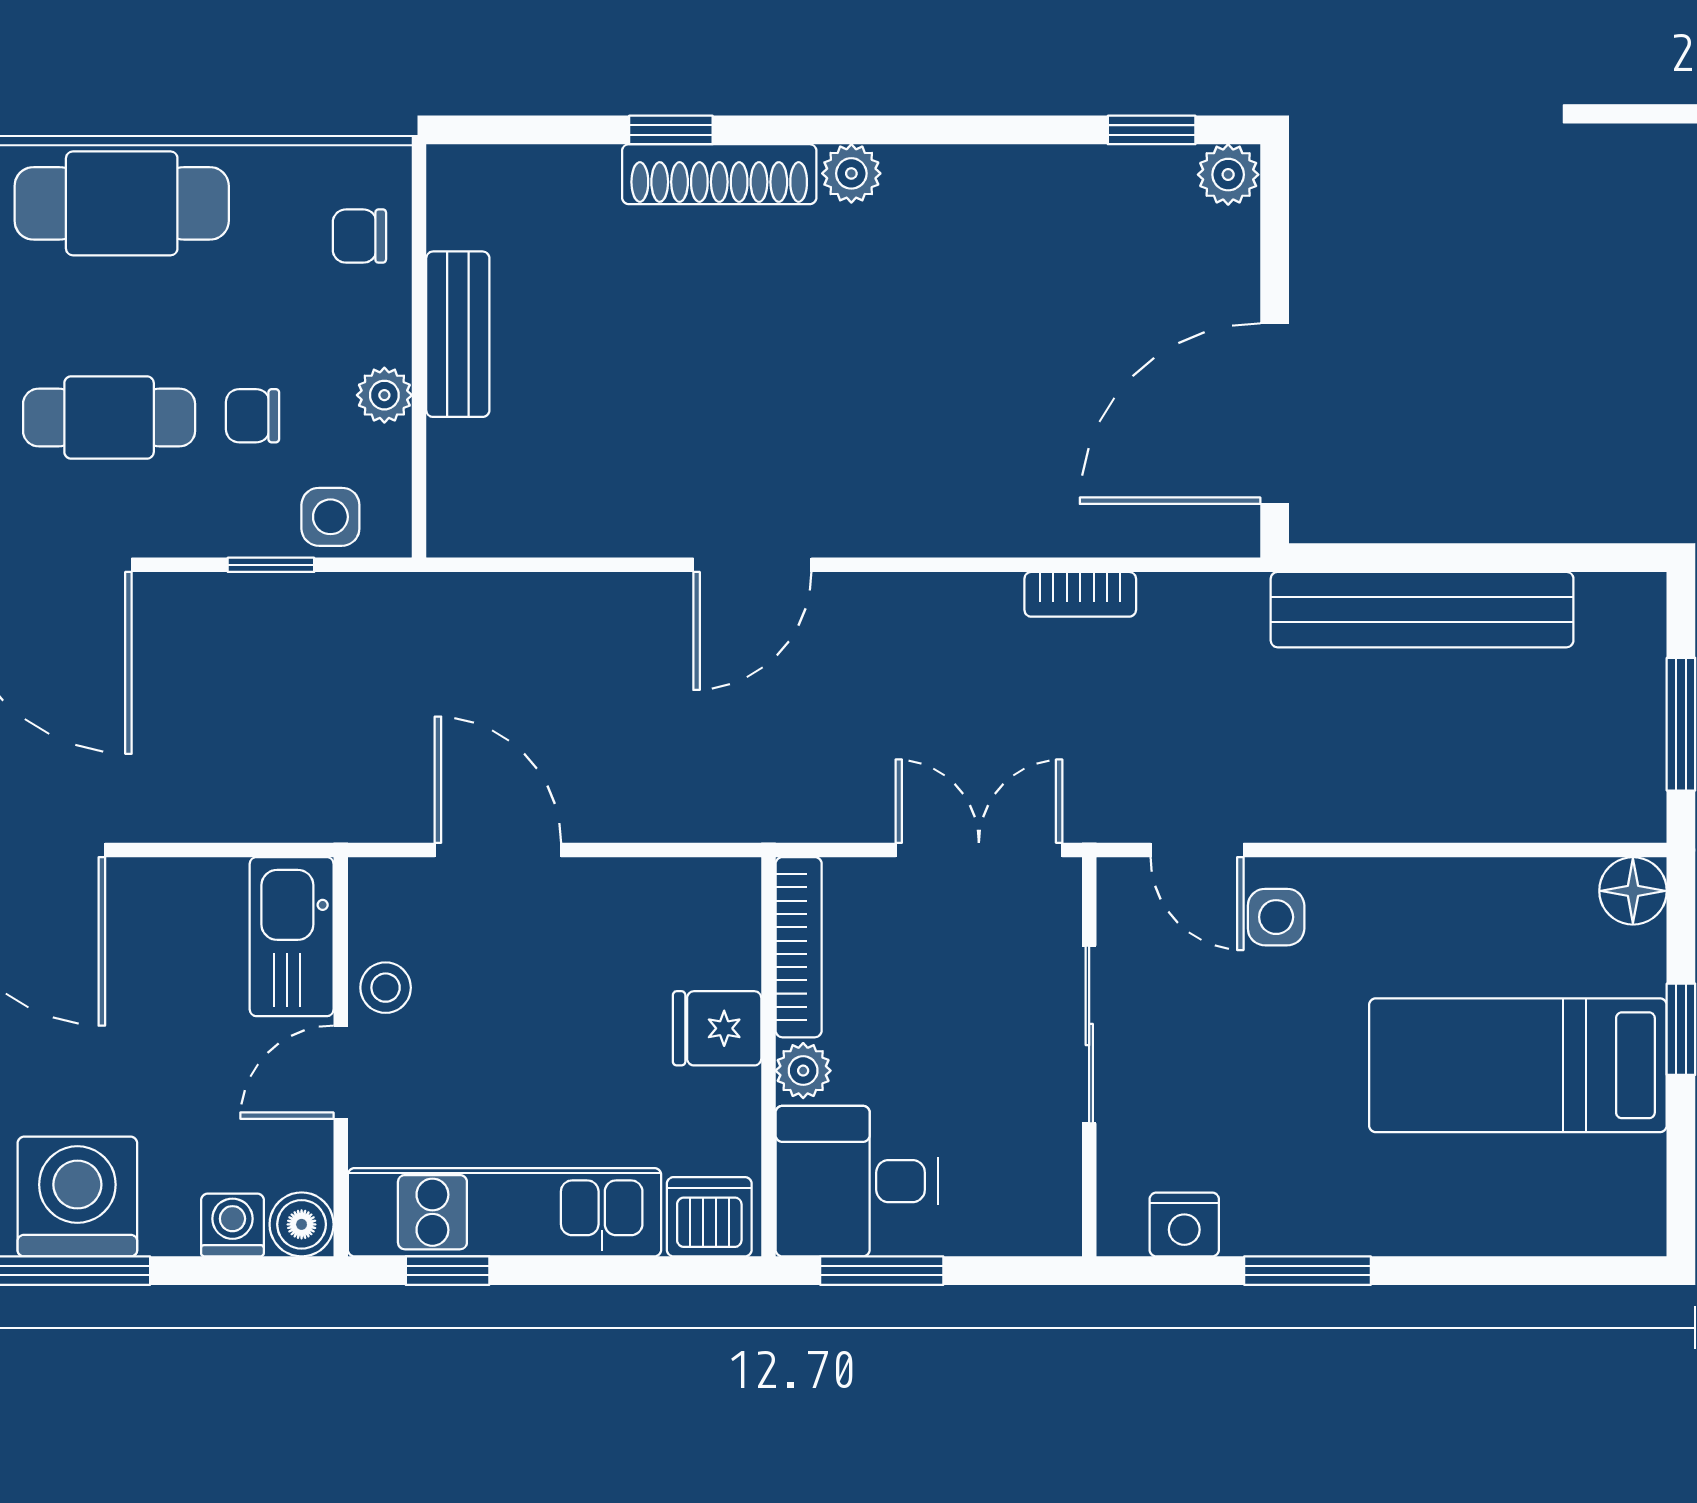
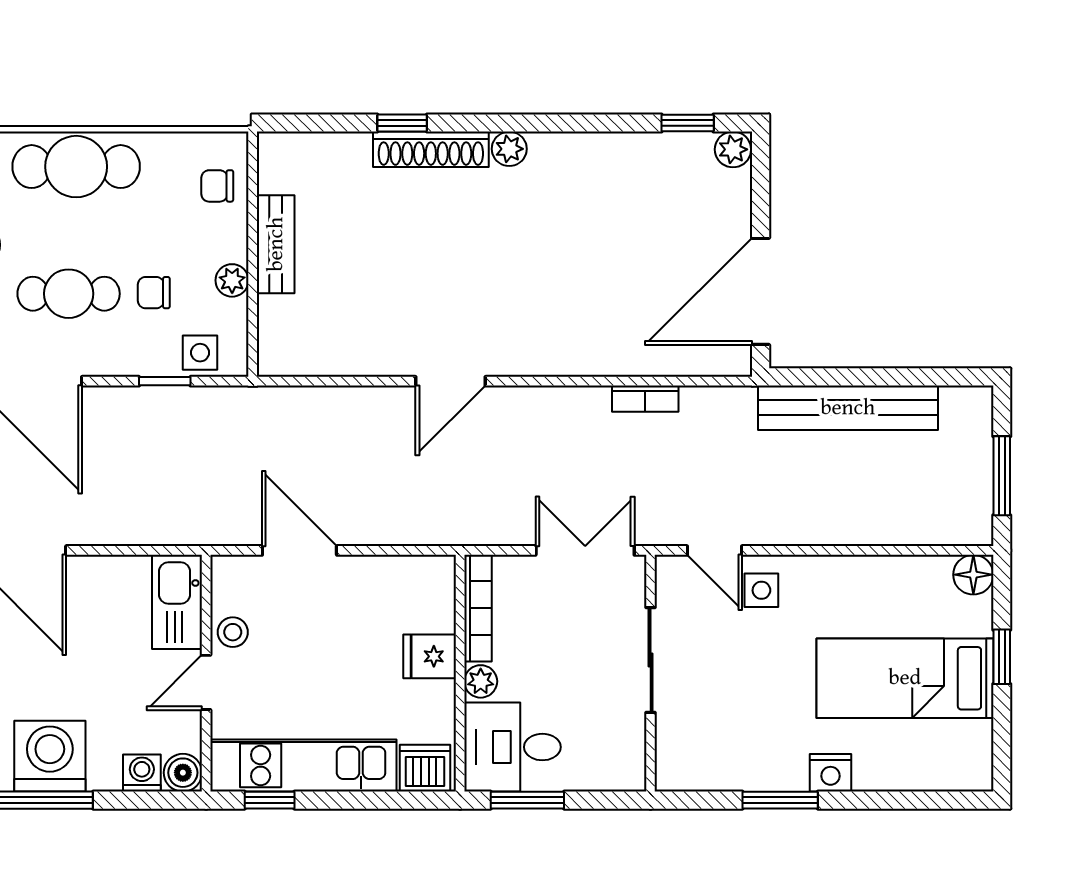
nightstand: (1184, 1225) -> (830, 773), moved

